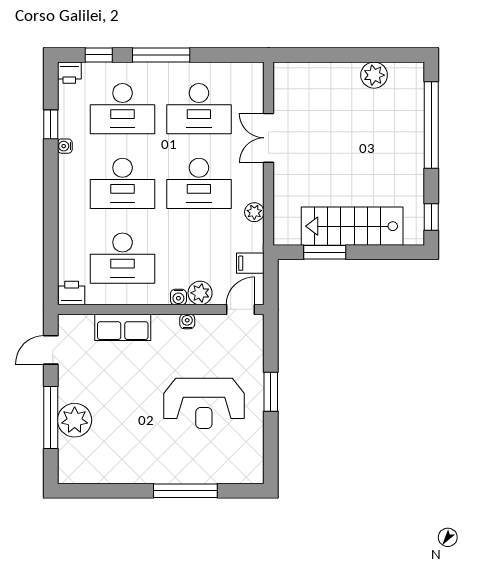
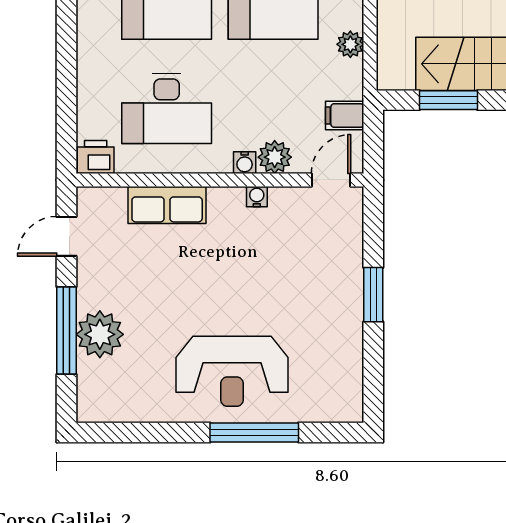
reception desk: (204, 403) -> (232, 371), moved

